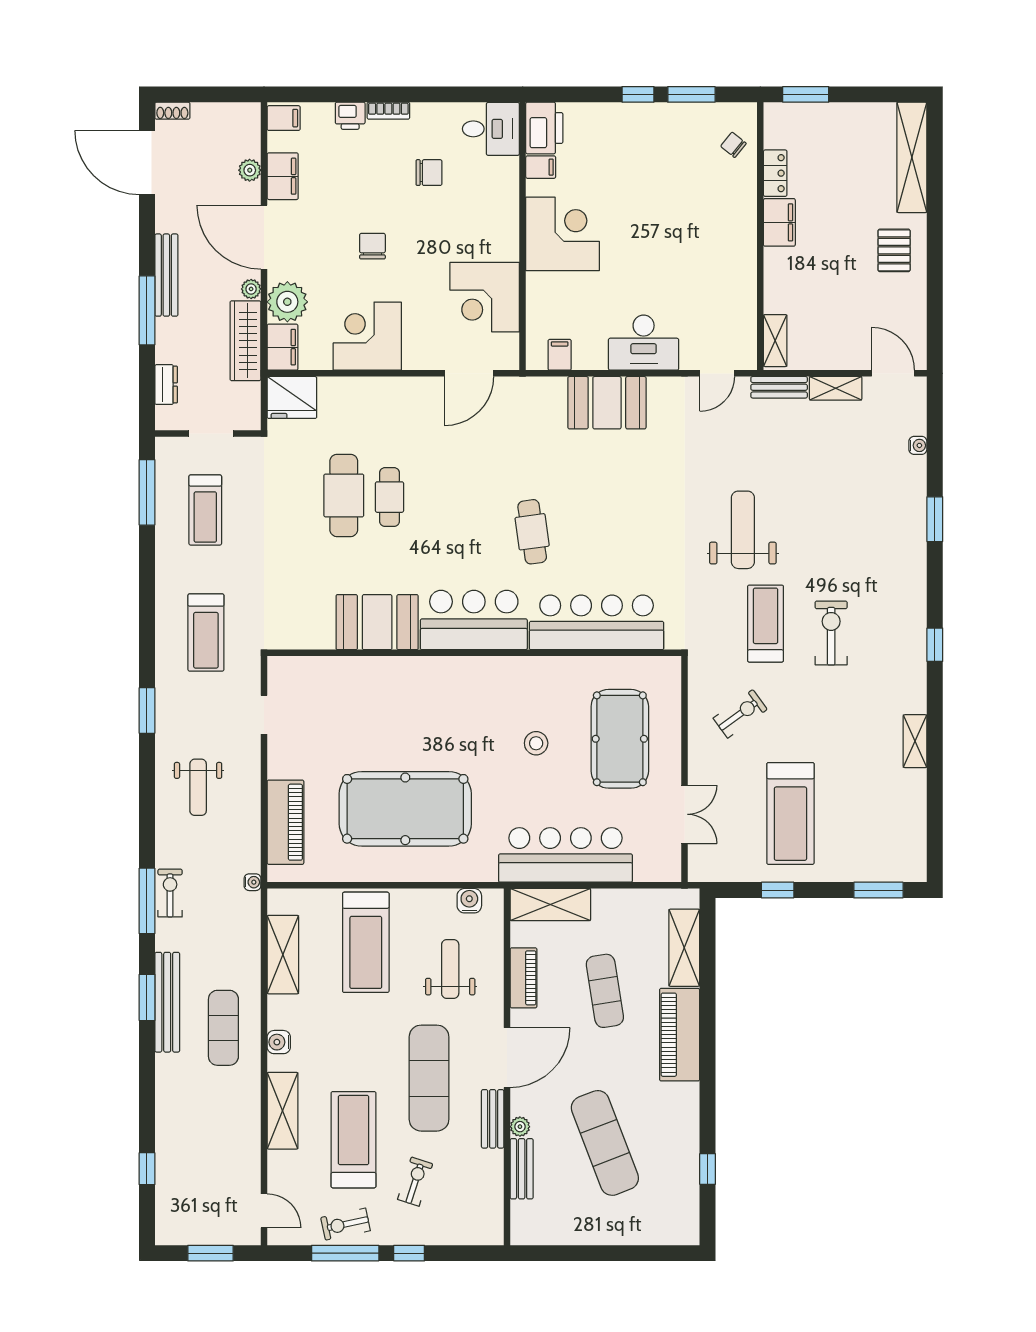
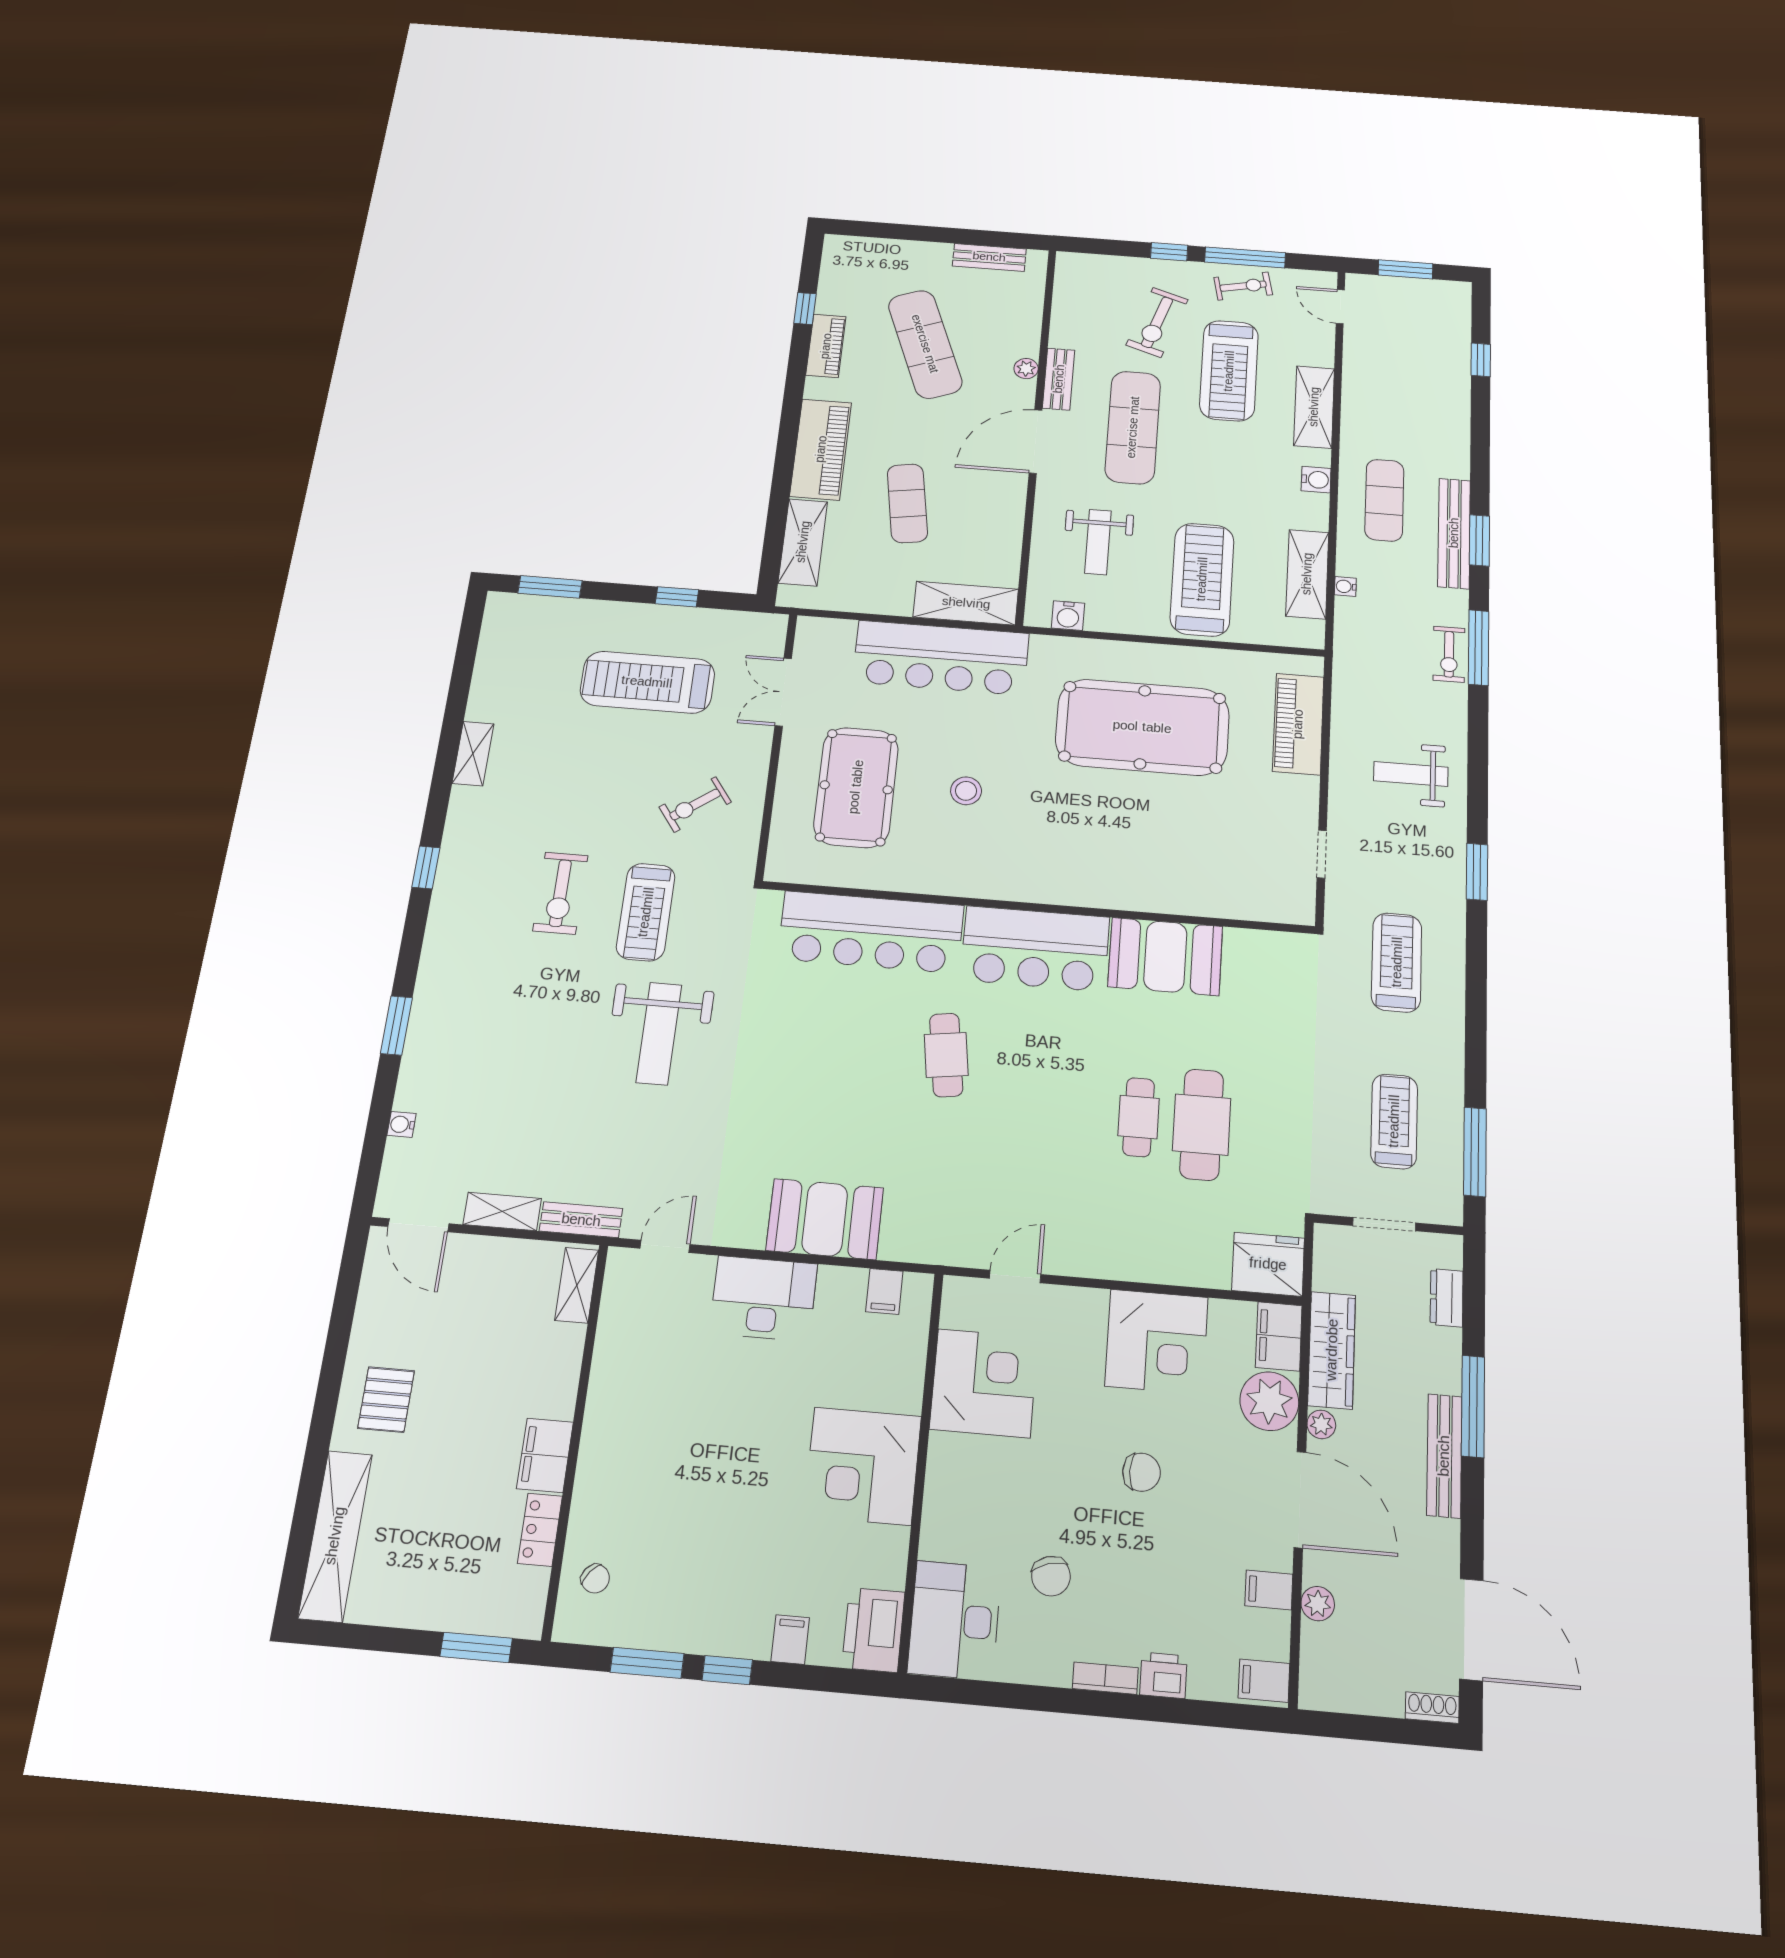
desk: (491, 129) -> (955, 1620), width x1.37
filing cabinet: (541, 167) -> (790, 1640), moved, turned 90
chair: (429, 173) -> (1051, 1576), turned -106
filing cabinet: (283, 176) -> (1269, 1590), width x0.50
chair: (372, 246) -> (1141, 1472), turned -90
door: (469, 373) -> (1015, 1276), width x0.73
weight bench: (198, 787) -> (1411, 774), turned -90
treadmill: (790, 813) -> (647, 682), turned -90
water cooler: (252, 882) -> (1345, 586), moved
piano: (524, 978) -> (826, 346), moved, turned 180
bench: (522, 1169) -> (989, 257), moved, turned 90
exercise bike: (415, 1182) -> (1157, 322), width x1.38, depth x1.39

